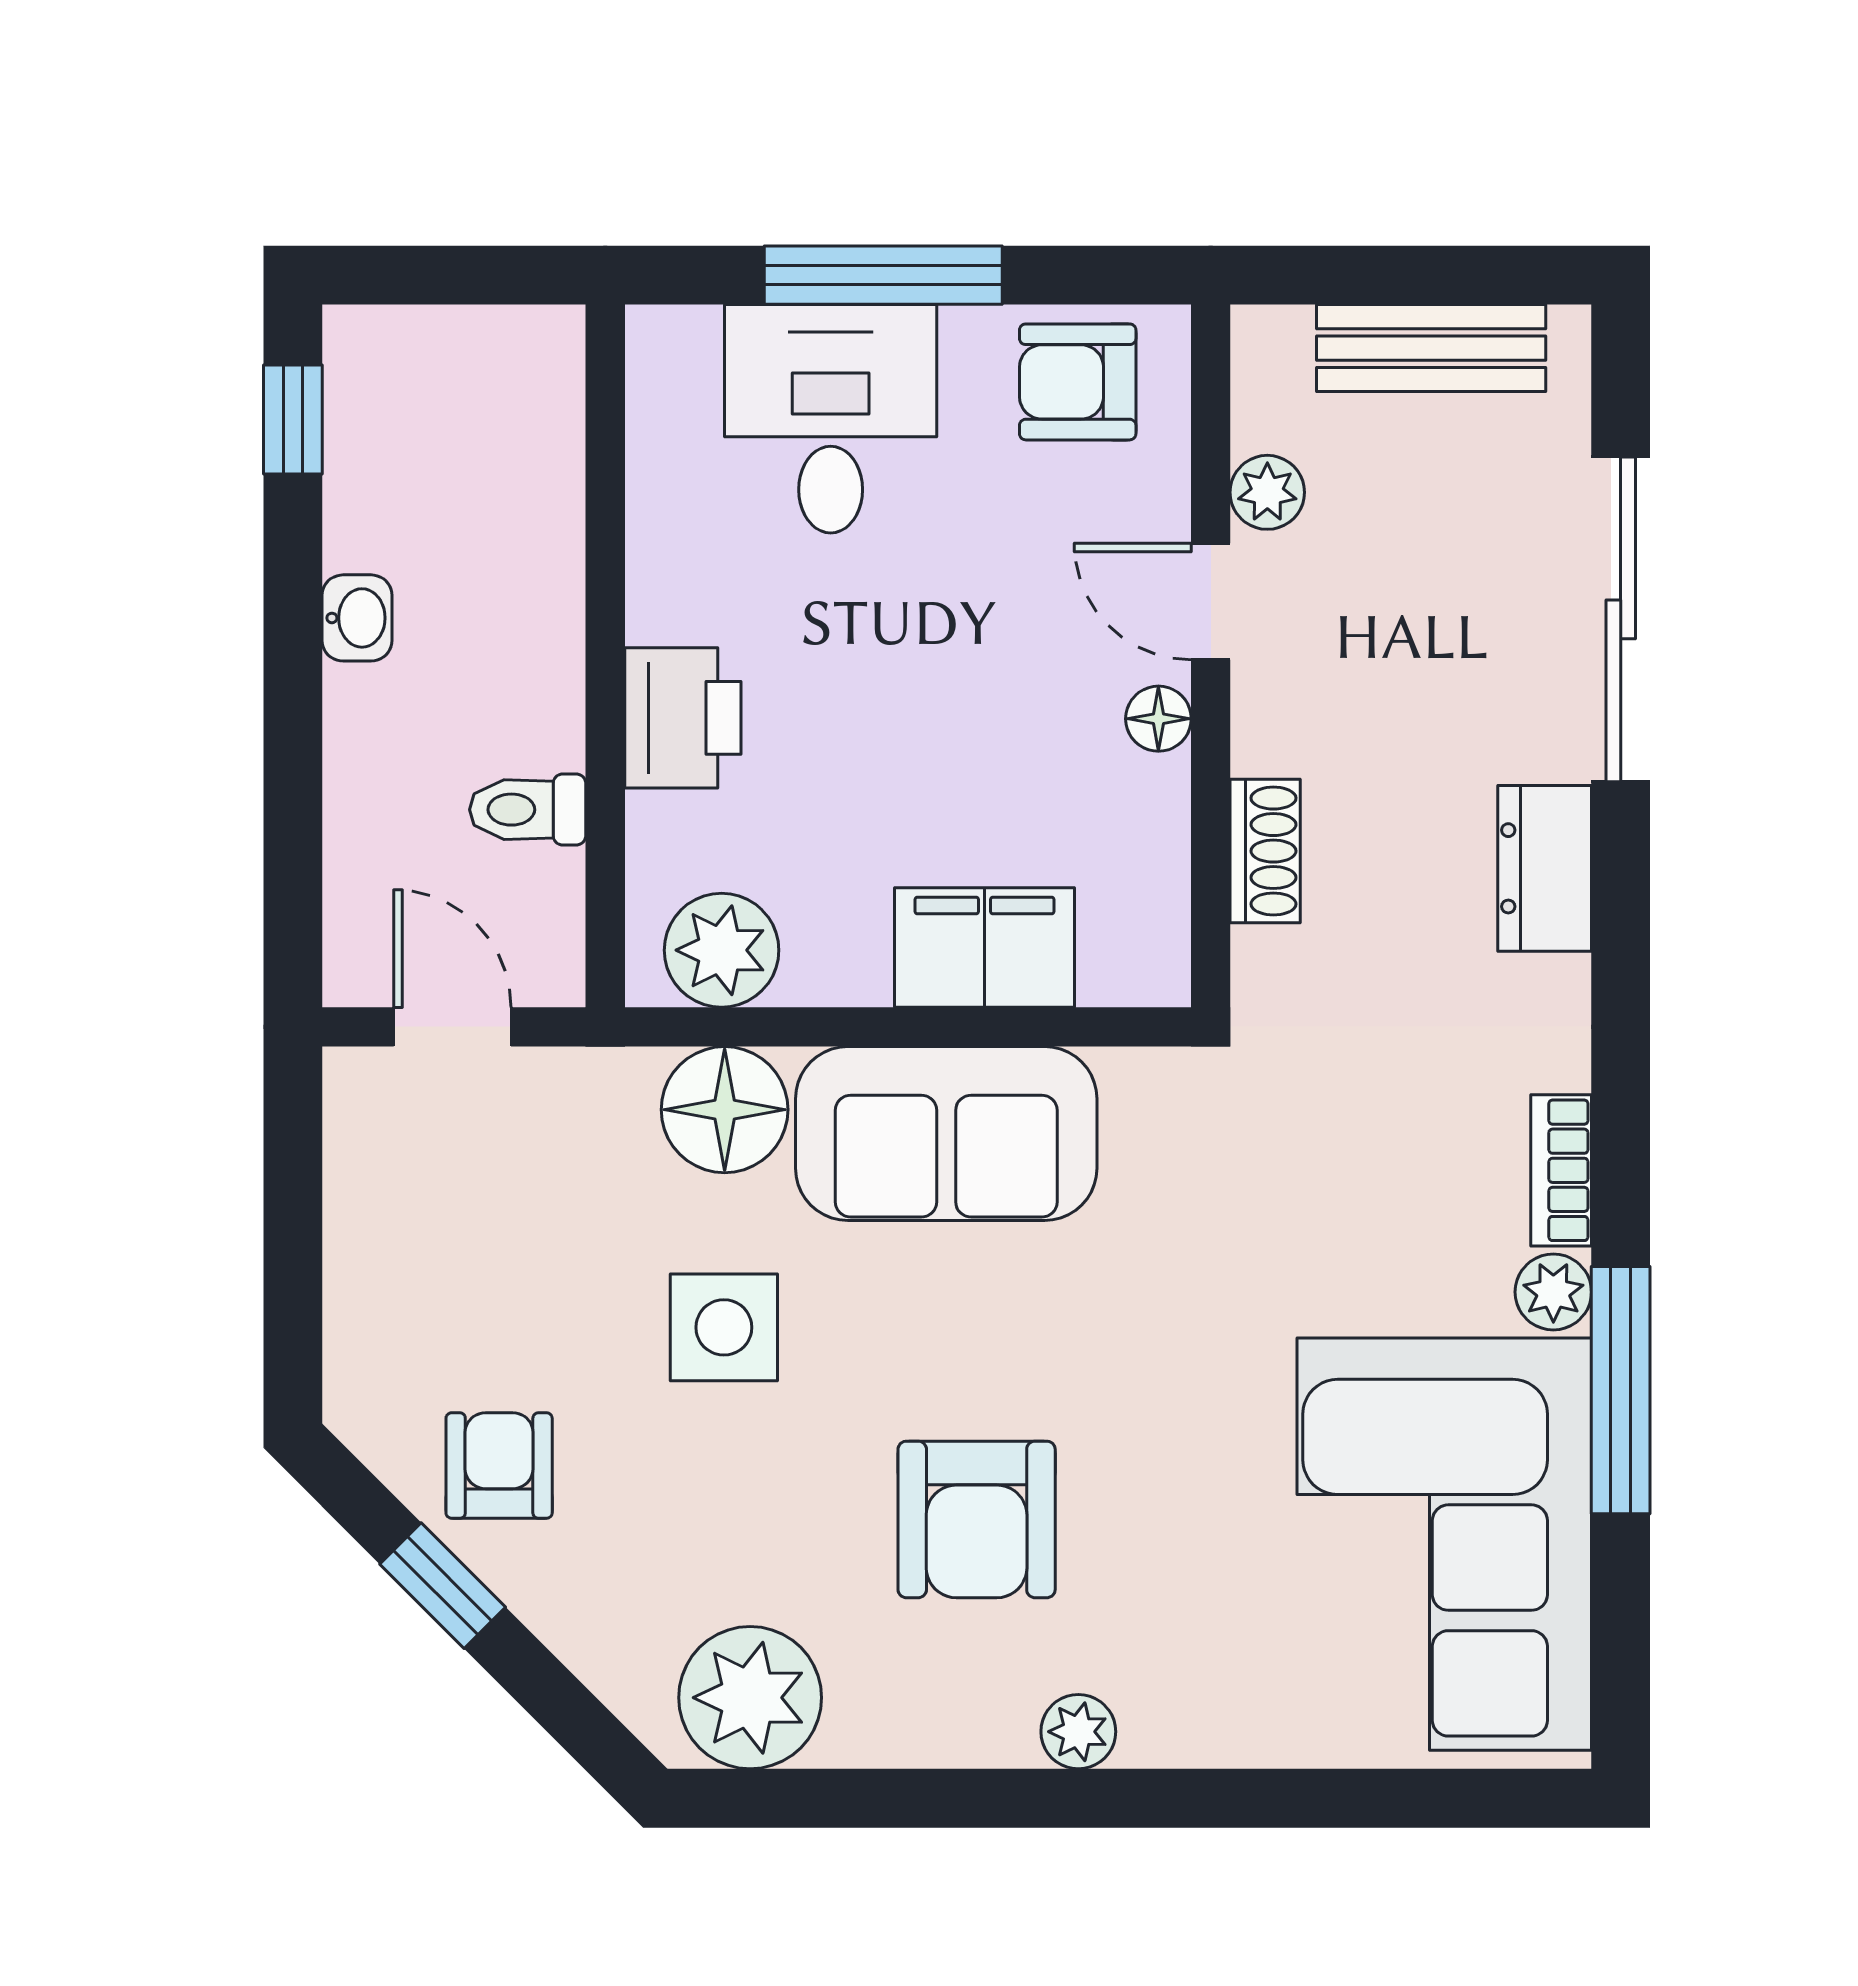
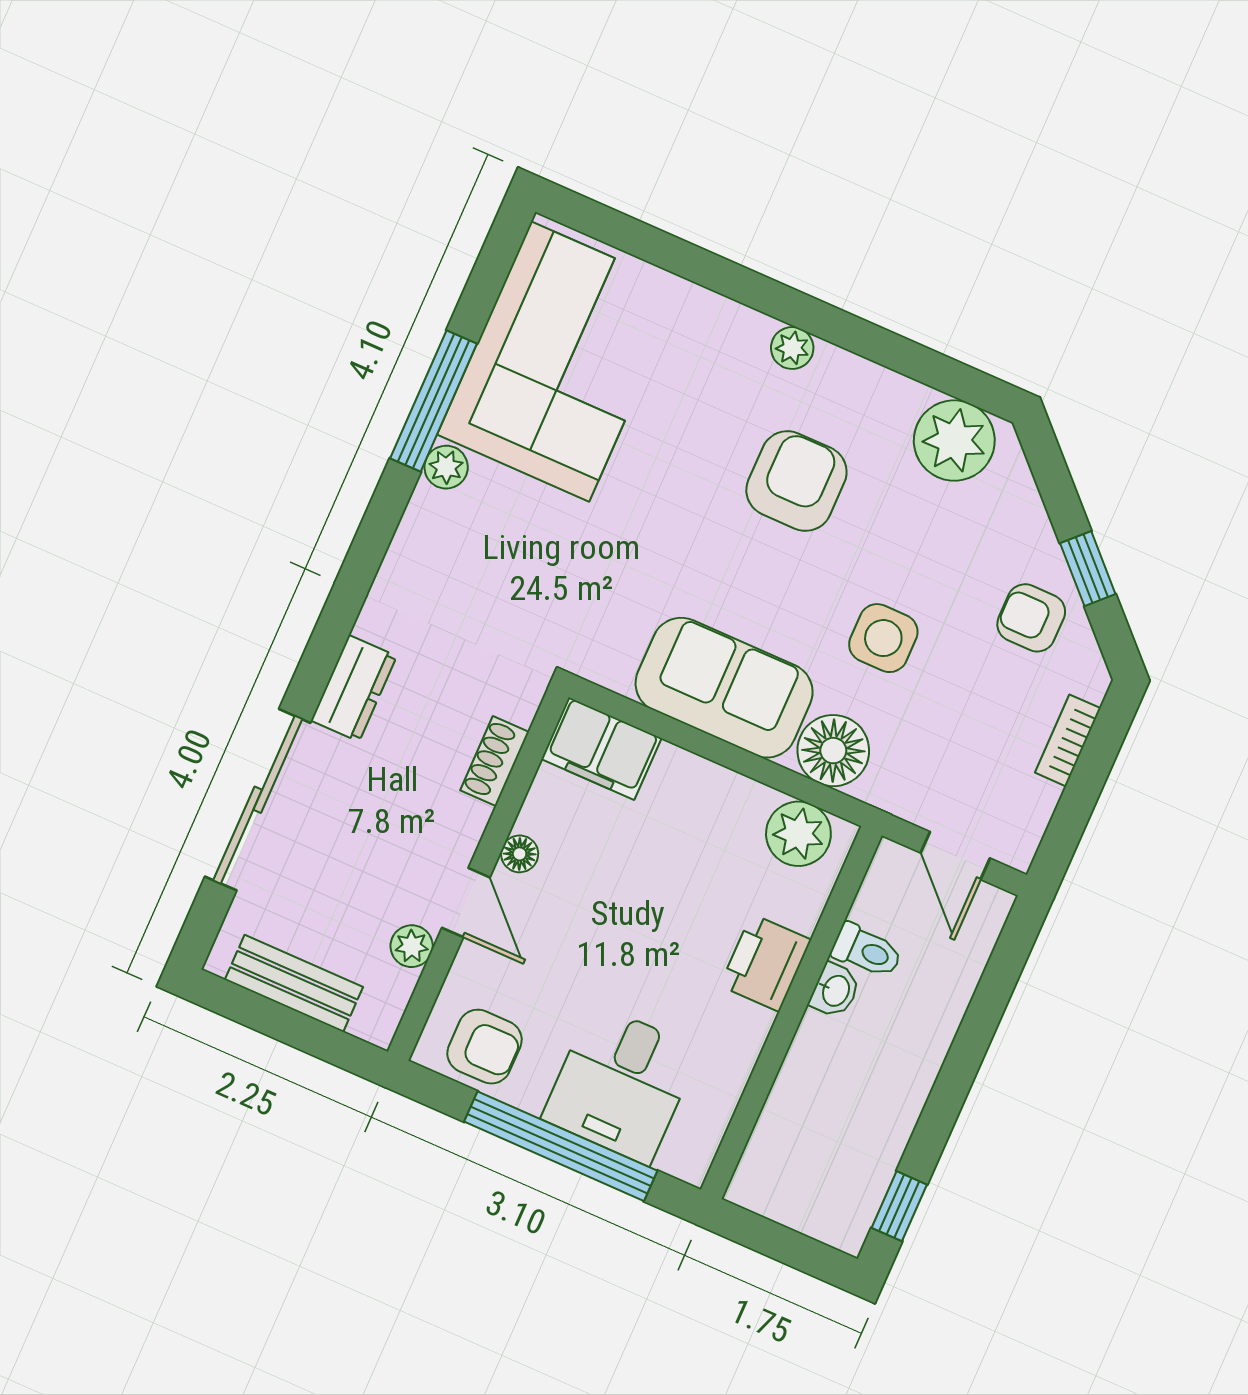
window: (883, 275) -> (561, 1146), width x1.46
washbasin: (357, 618) -> (835, 990), moved, turned 180
filing cabinet: (985, 947) -> (601, 749), moved
bookcase: (1561, 1170) -> (1068, 740), moved, turned 180
armchair: (499, 1466) -> (1031, 618), turned 90

